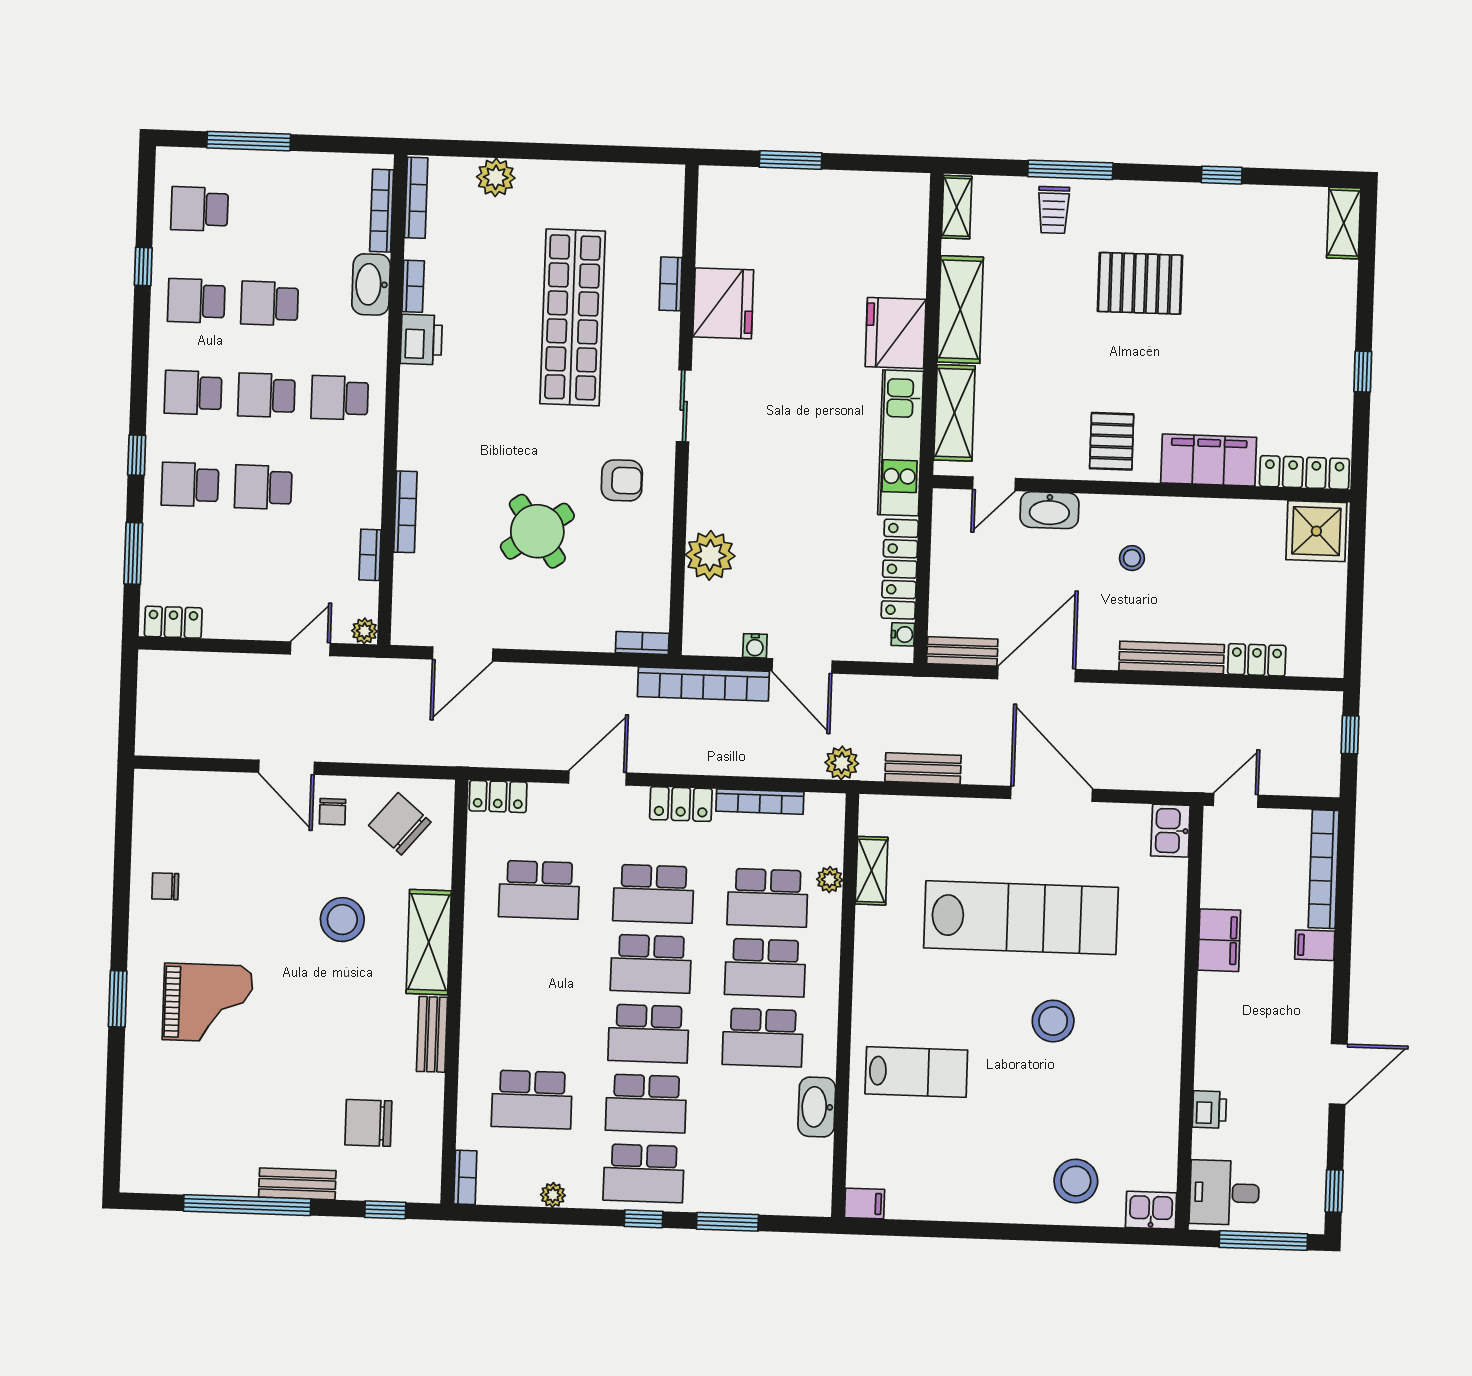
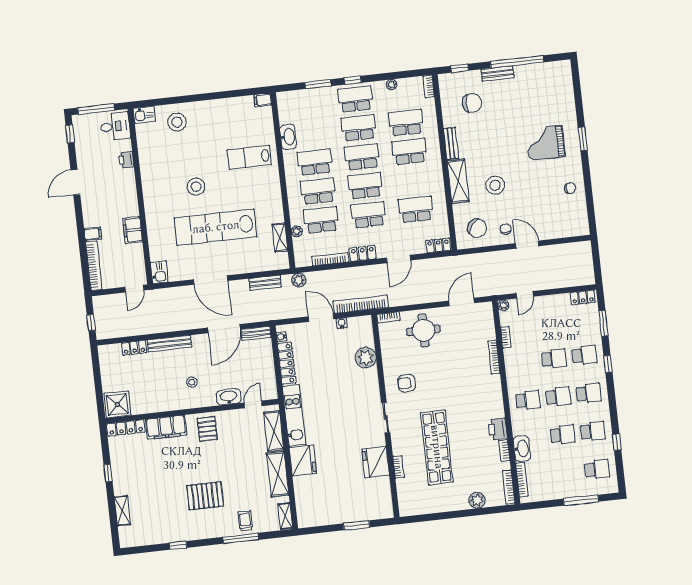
shelving: (1344, 223) -> (122, 511), moved
round table: (537, 531) -> (423, 330), moved, turned 35
school desk: (534, 1030) -> (409, 152), added

